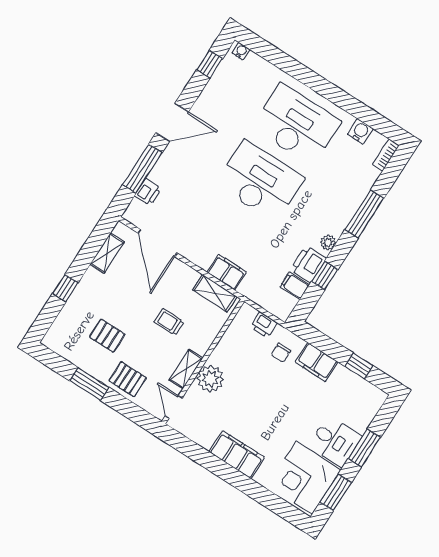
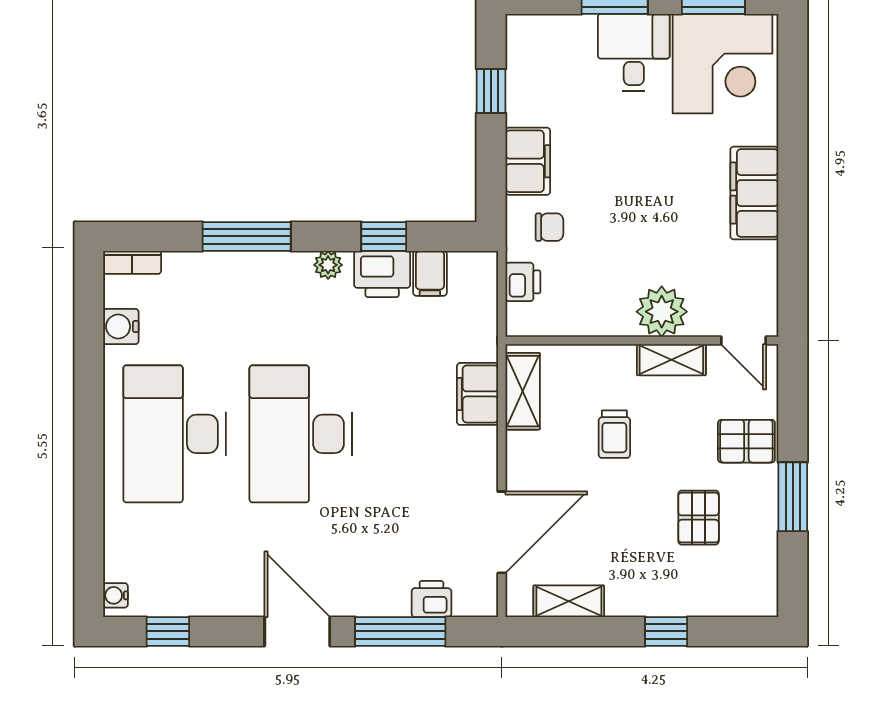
pallet: (128, 379) -> (746, 441), turned 90
door: (174, 407) -> (744, 341), hinge flipped

